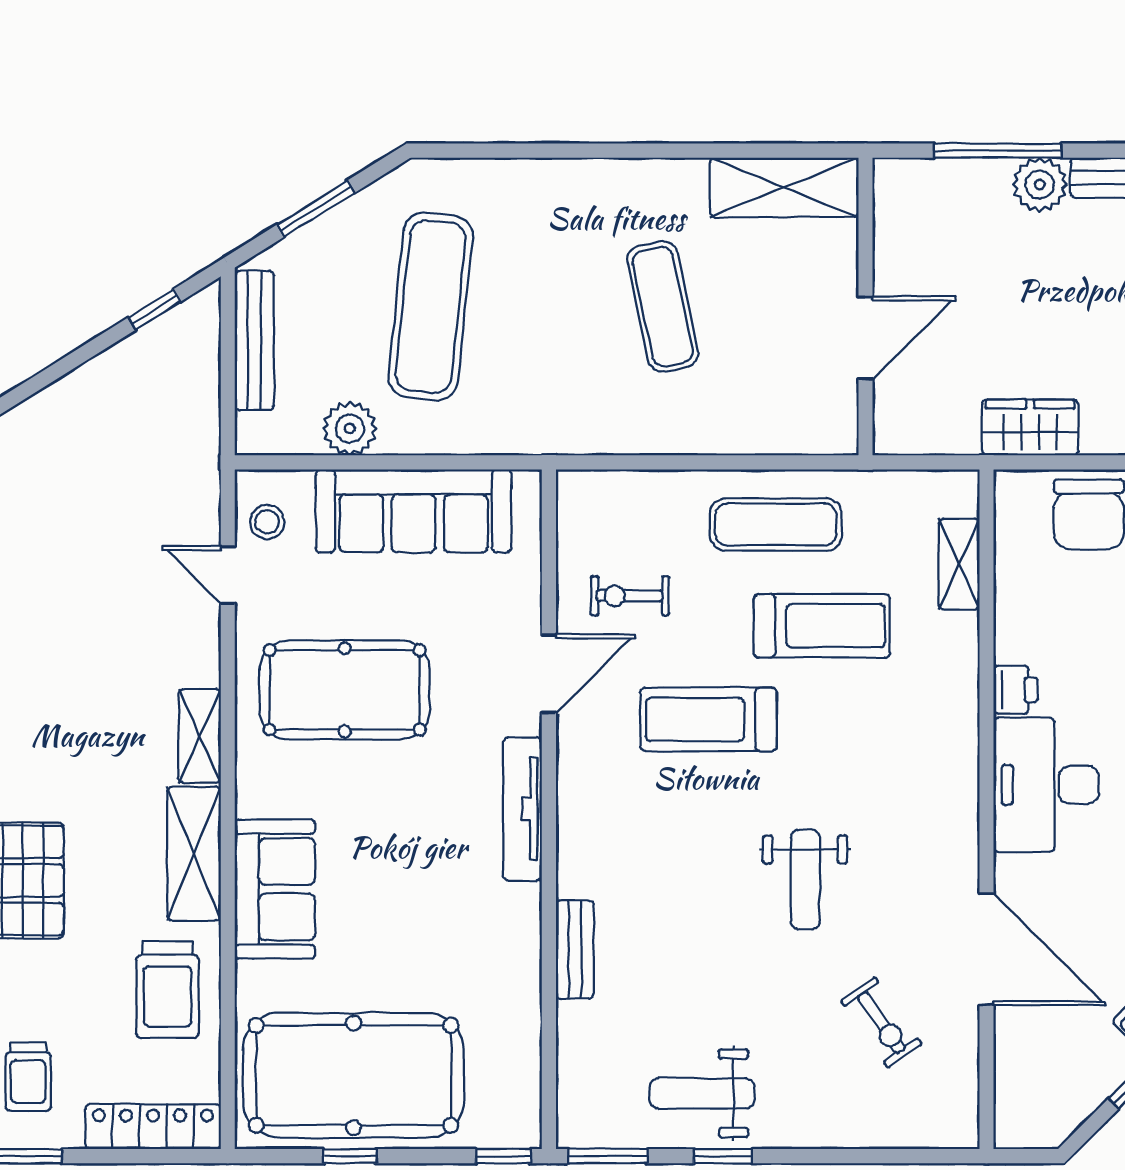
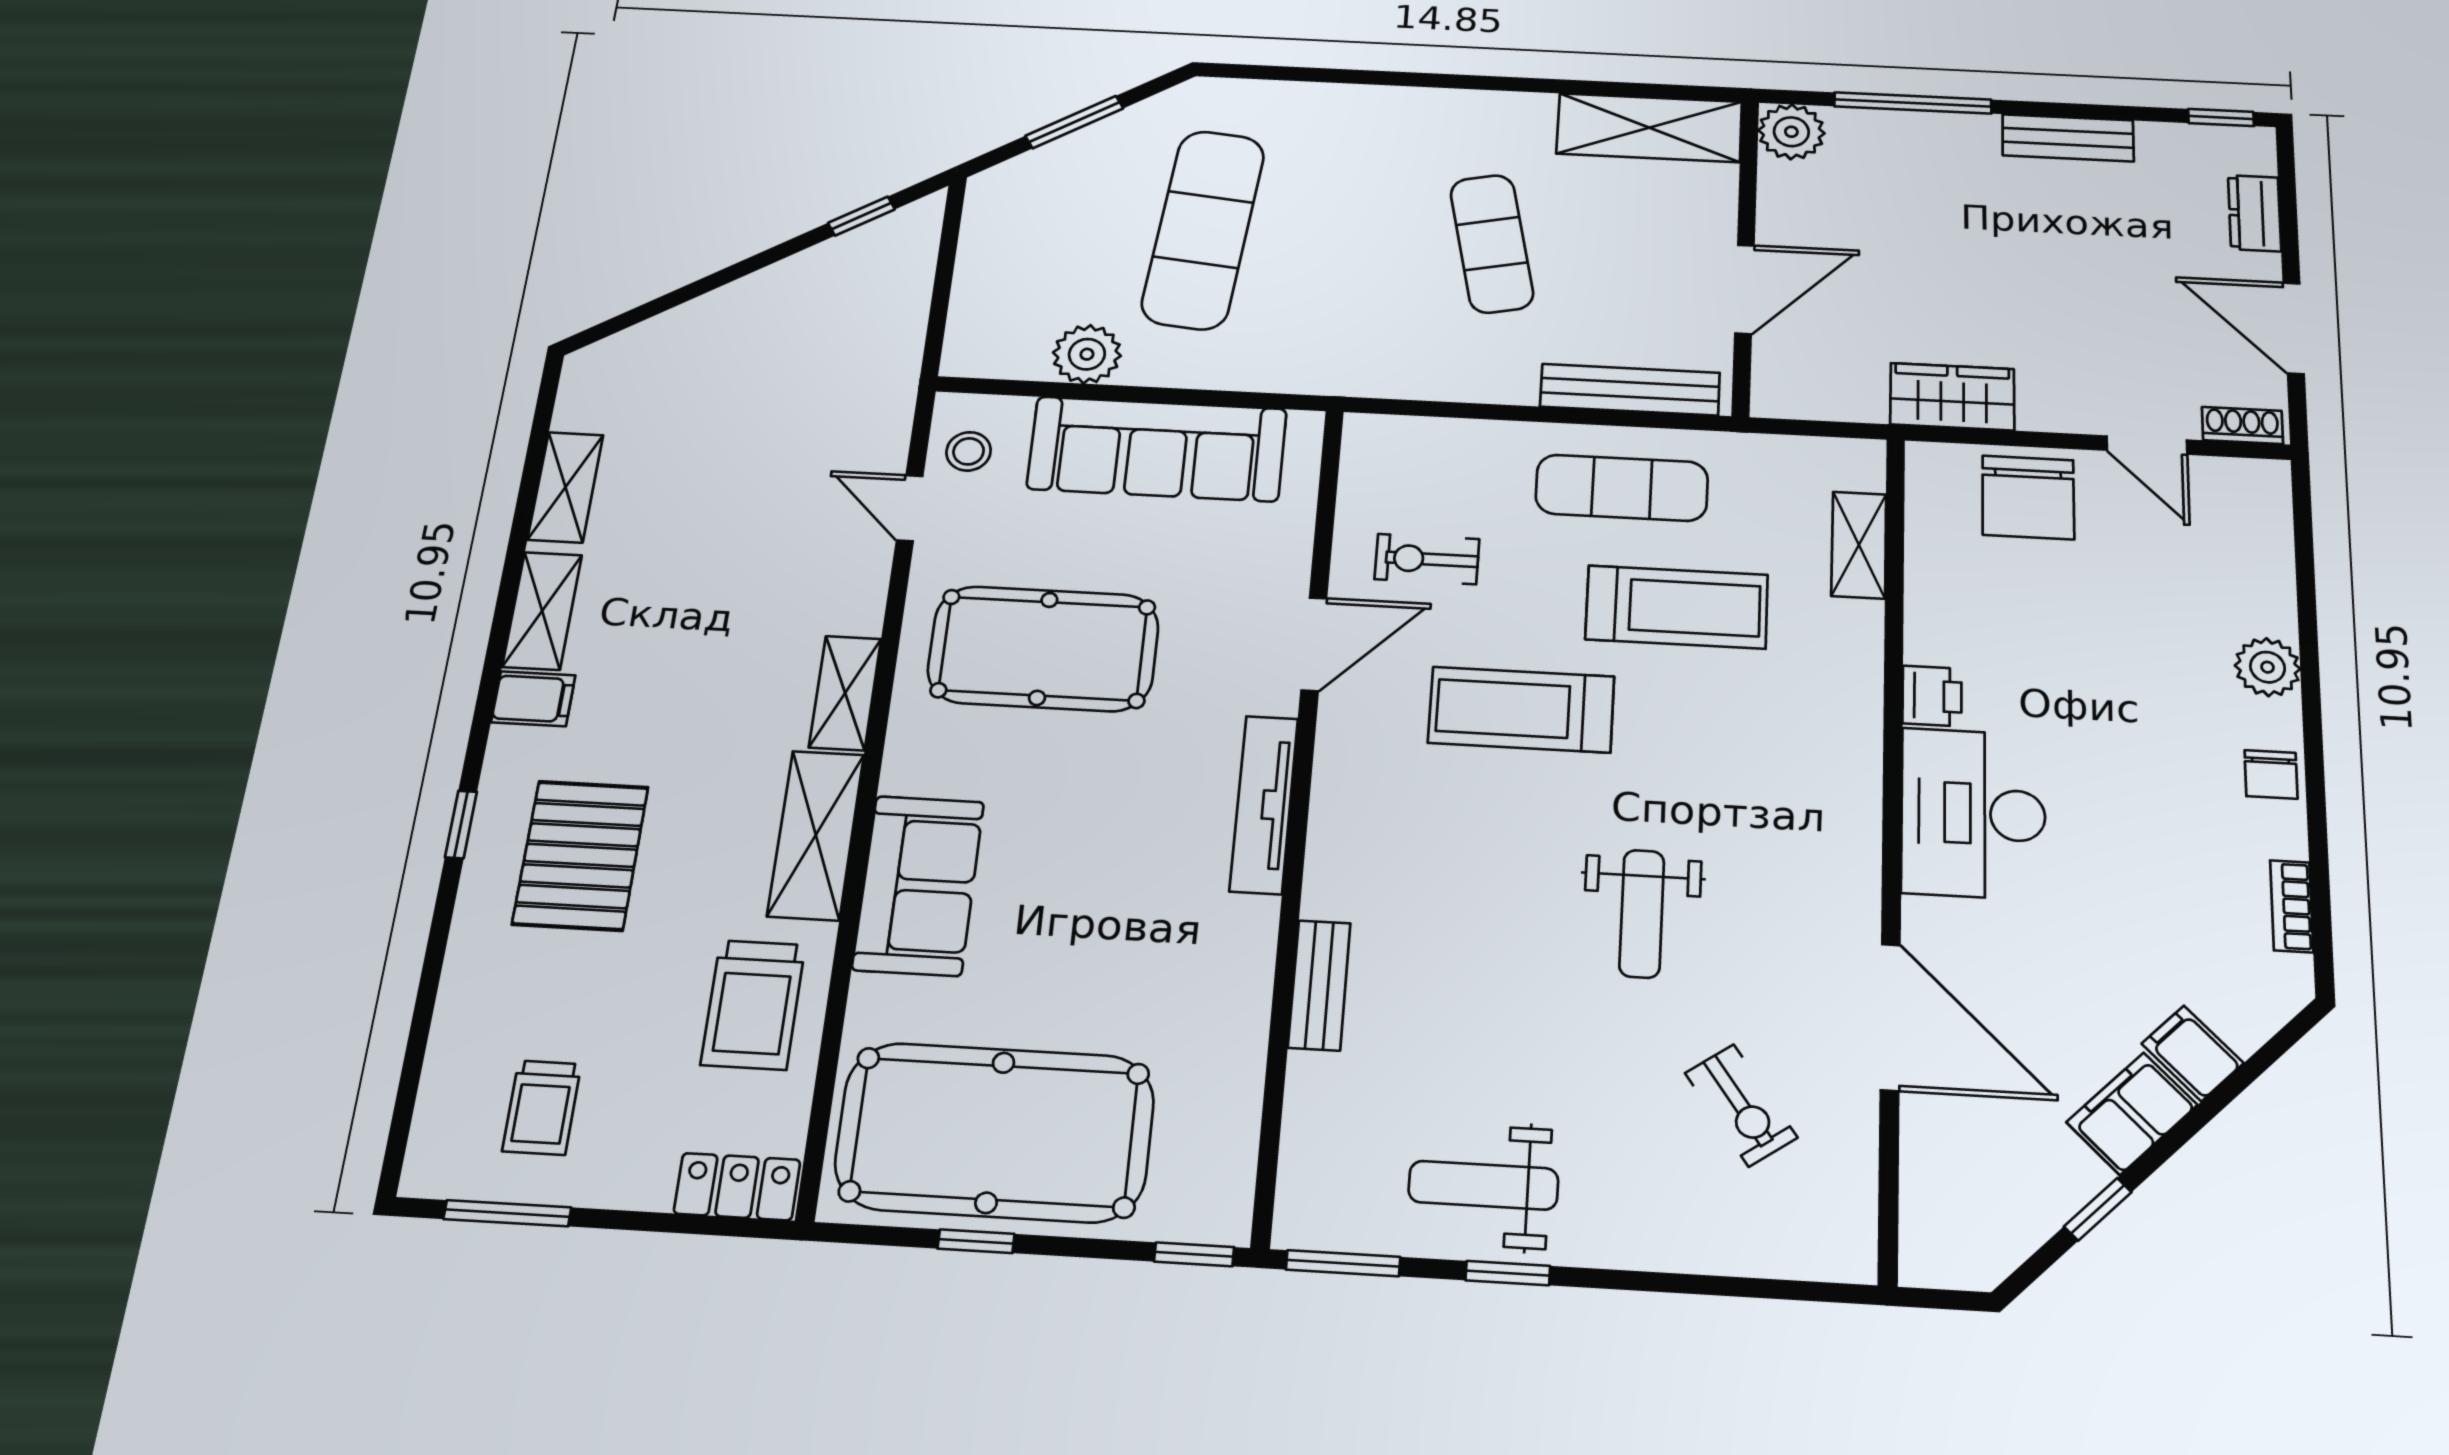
plant: (1040, 185) -> (1791, 132), moved
bench: (254, 340) -> (1630, 390), moved, turned 90
locker: (153, 1127) -> (737, 1187), width x0.66

